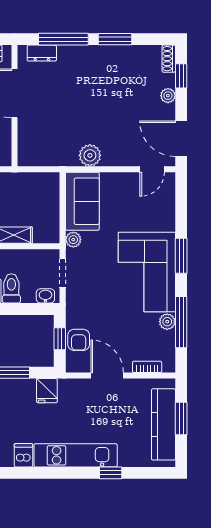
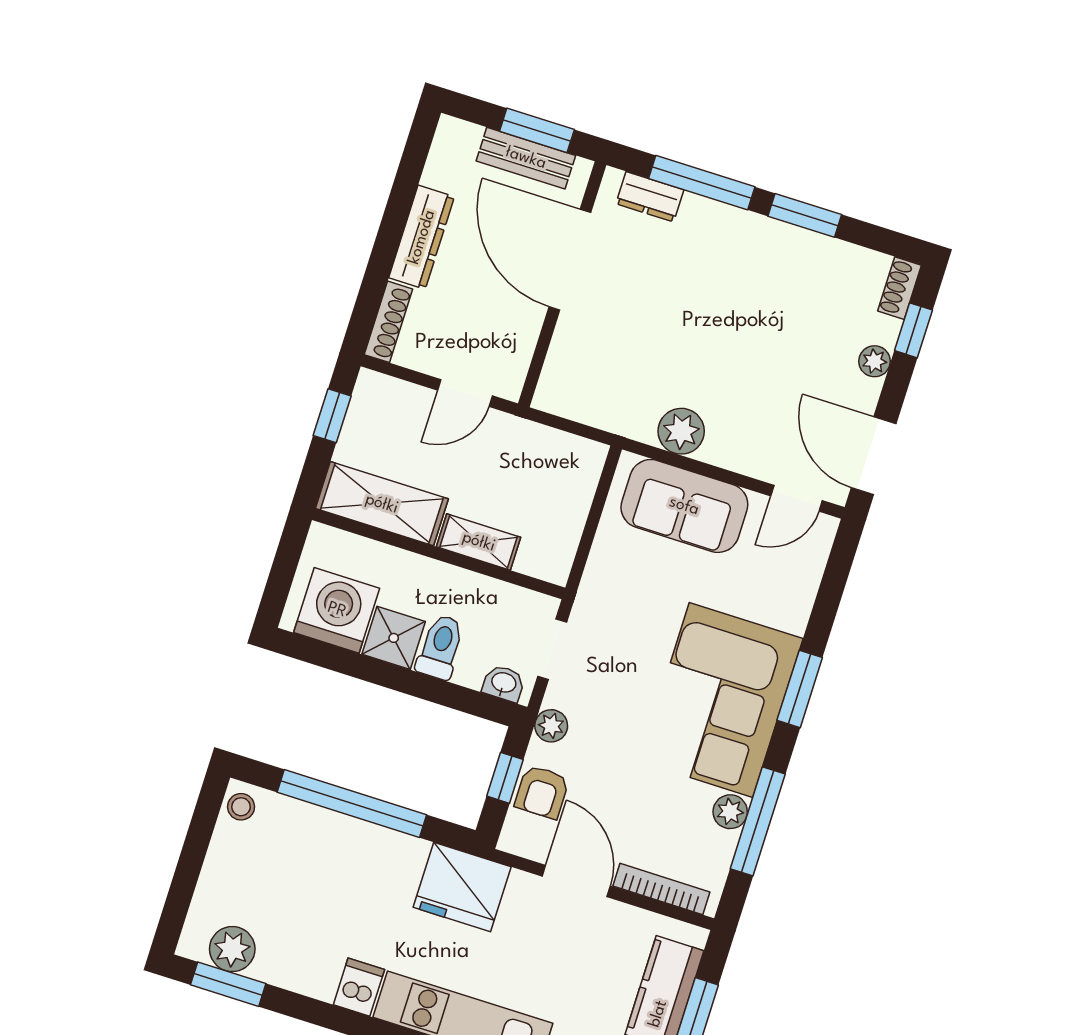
sofa: (82, 201) -> (684, 506), moved, turned 90
plant: (73, 240) -> (551, 726), moved
bookcase: (147, 367) -> (661, 889), width x1.56
fridge: (47, 391) -> (462, 887), width x1.88, depth x1.34

